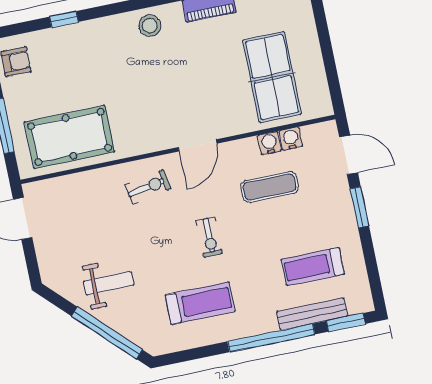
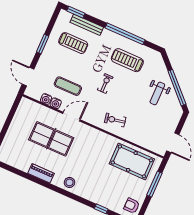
table tennis table: (272, 77) -> (51, 139), moved, turned 90
door: (198, 145) -> (71, 117), moved
window: (359, 207) -> (43, 44), moved
weight bench: (109, 283) -> (157, 93), turned -90
window: (107, 333) -> (177, 88), moved
window: (271, 338) -> (125, 34), moved

